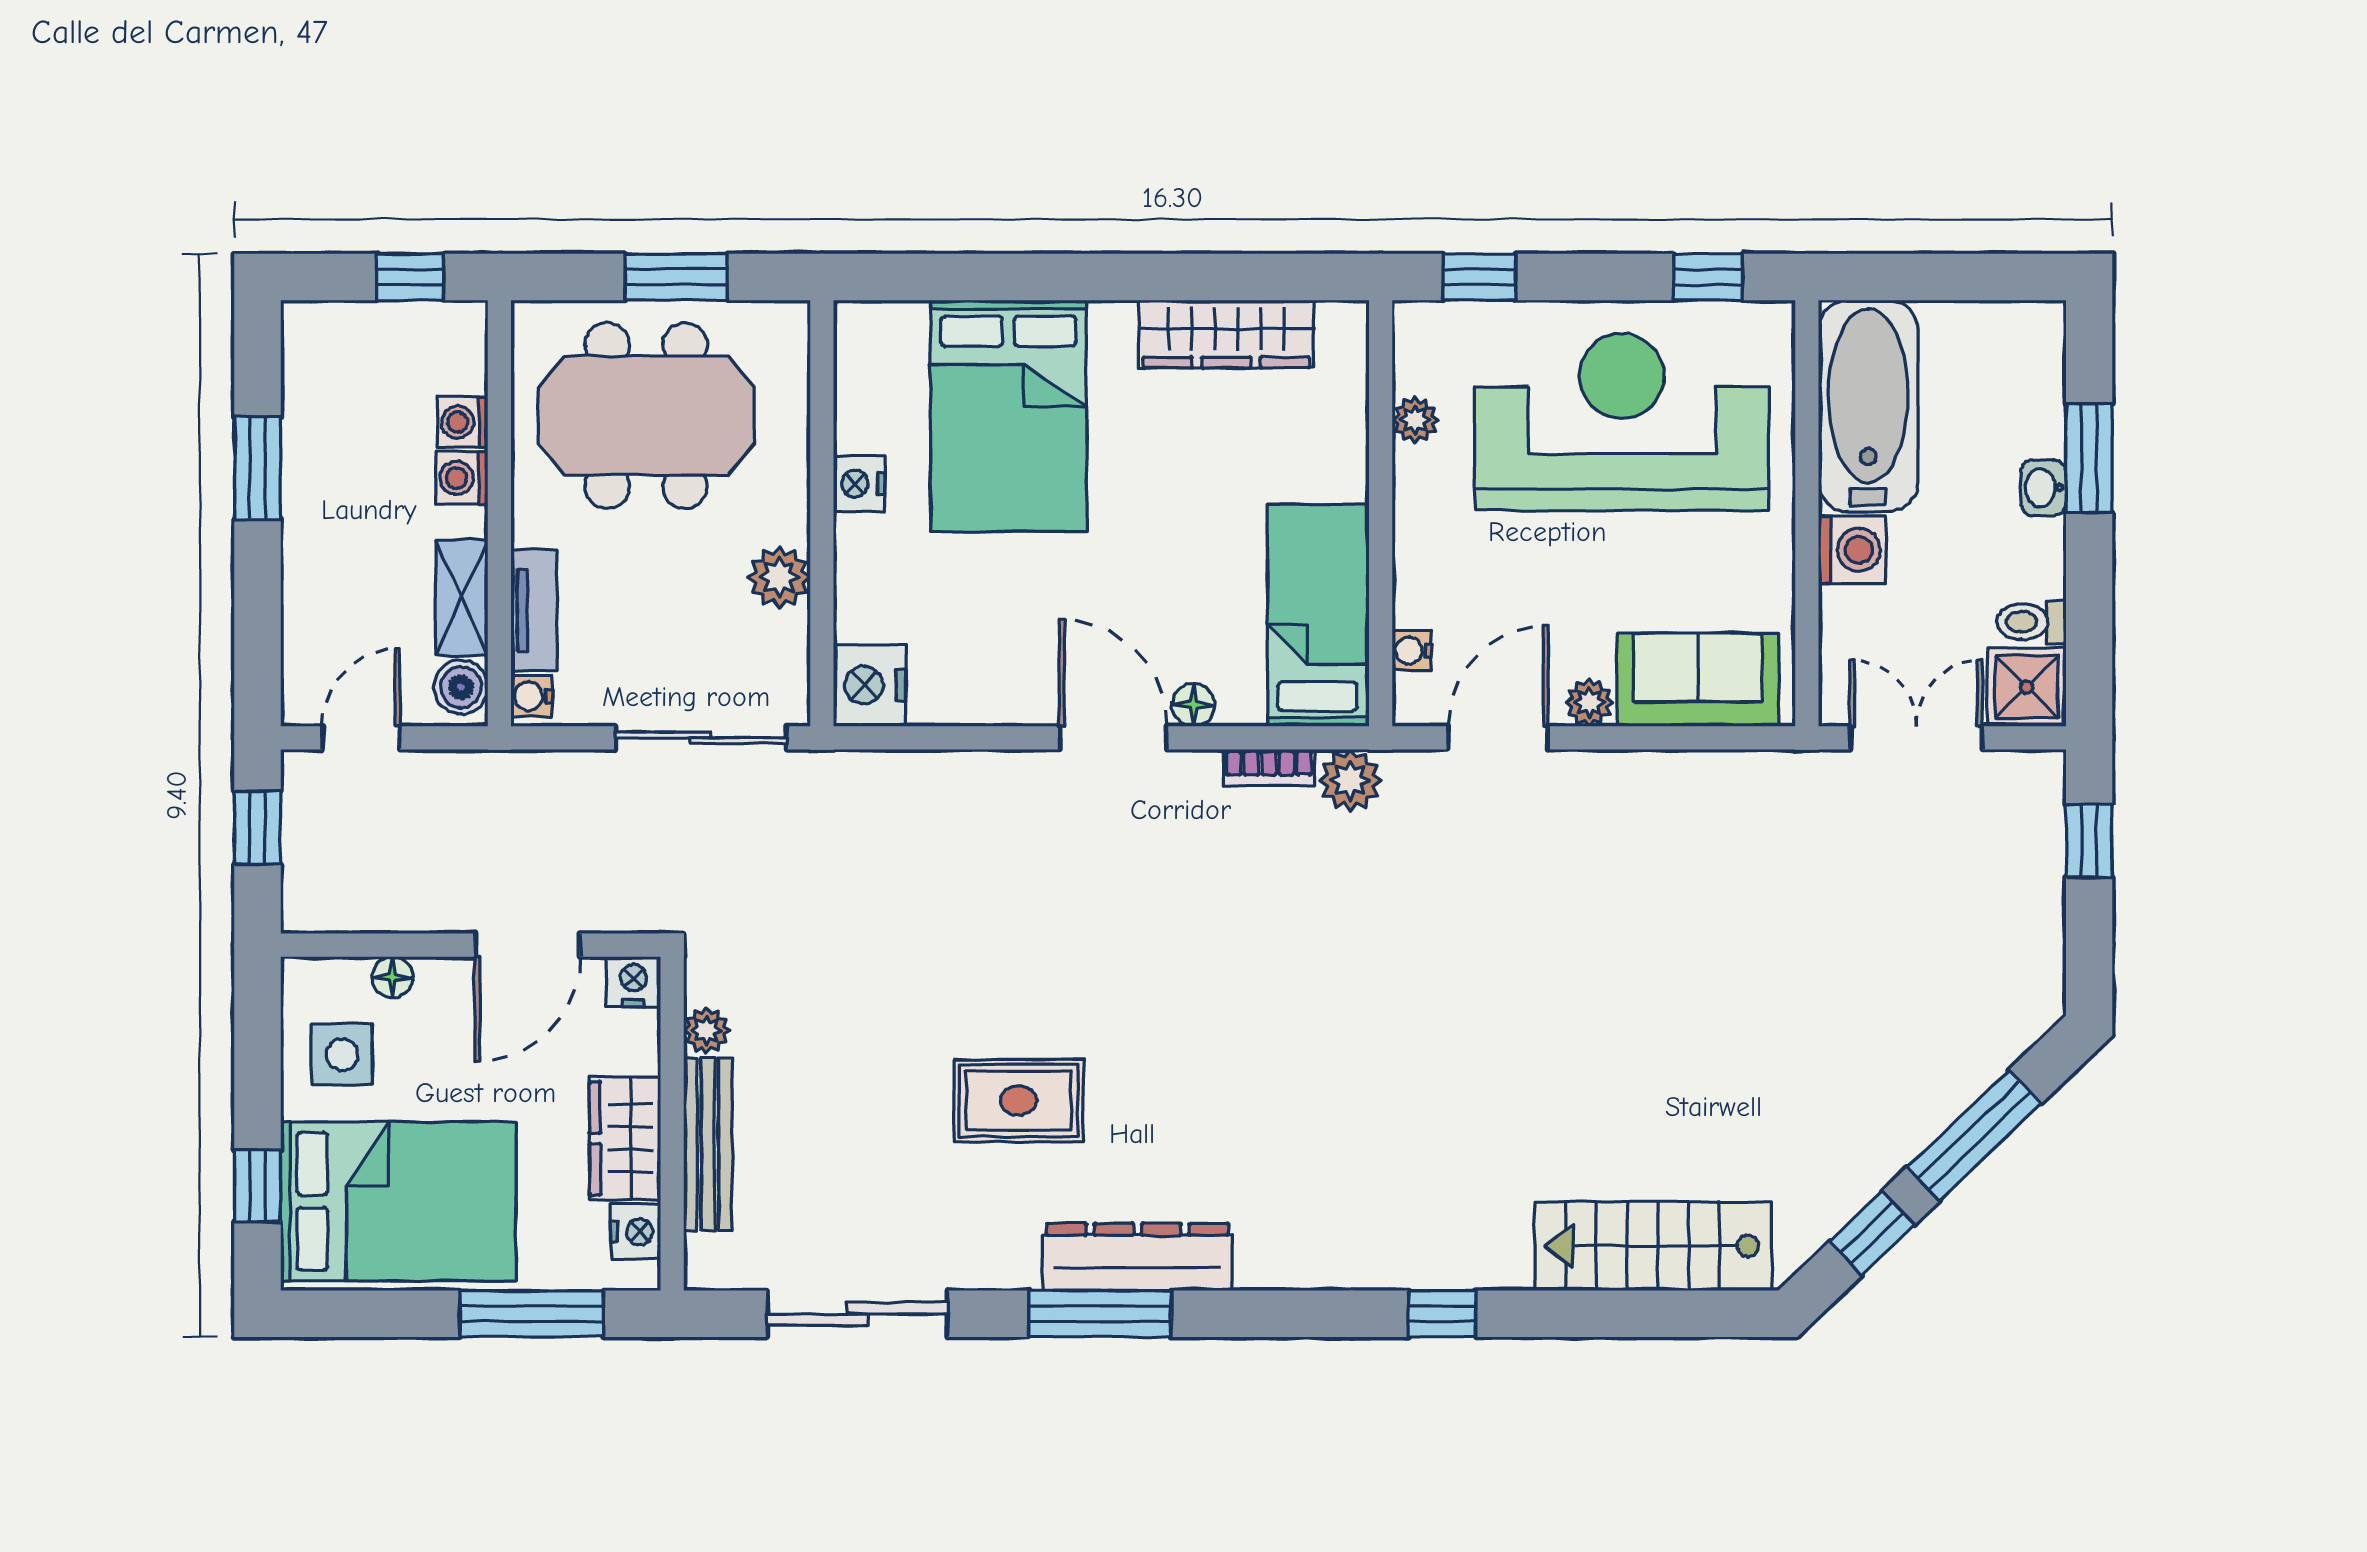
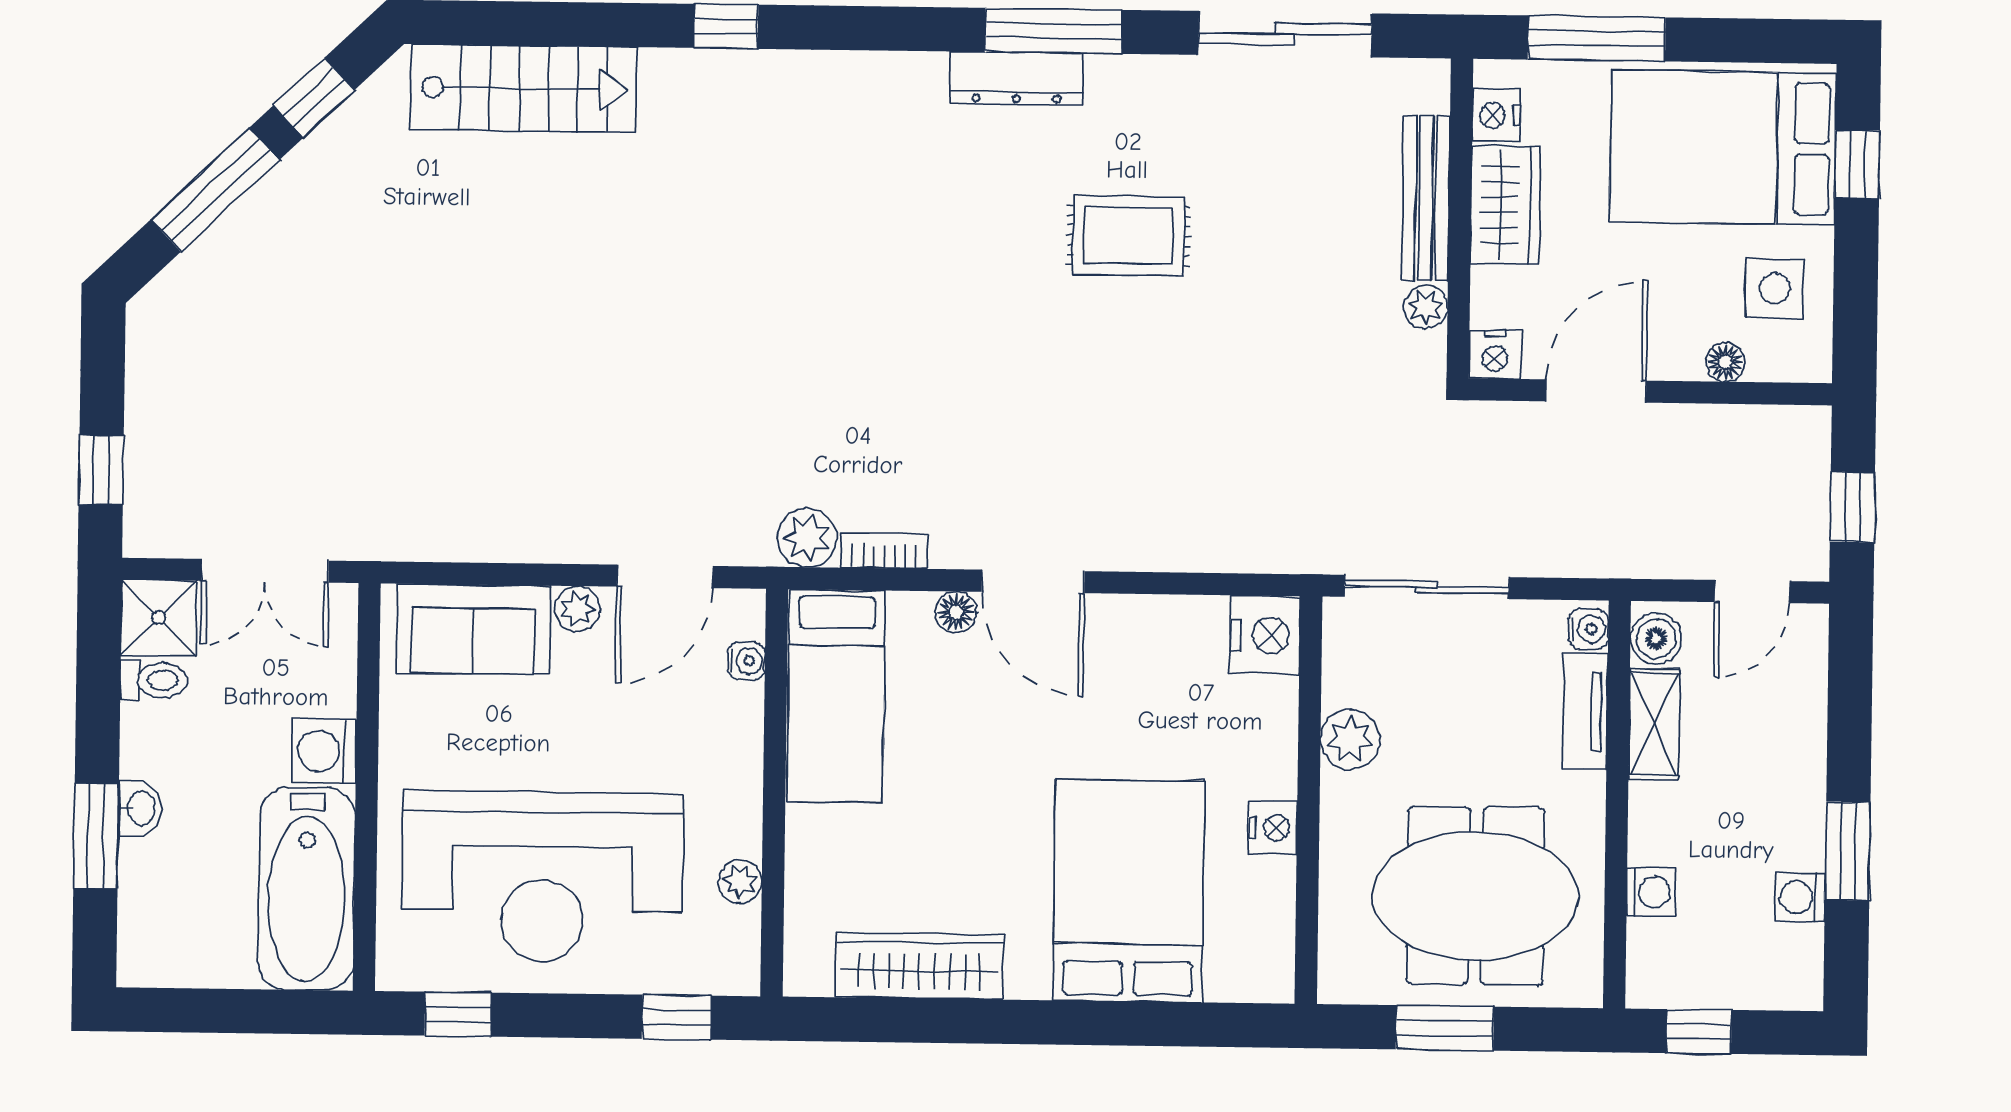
washing machine: (462, 478) -> (1800, 897), moved, turned 180
dresser: (1138, 1257) -> (1017, 78), width x0.73, depth x0.80

